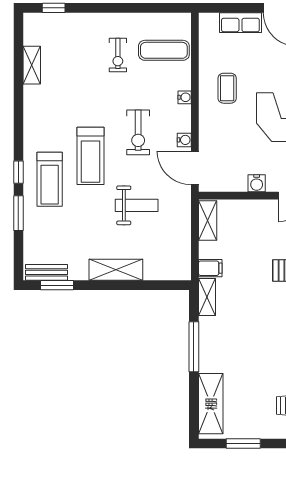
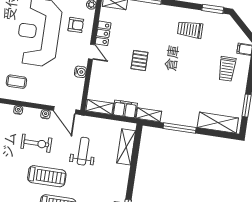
door: (195, 168) -> (65, 110), hinge flipped
filing cabinet: (210, 268) -> (125, 109), width x2.00
shelving: (116, 270) -> (126, 147), moved

